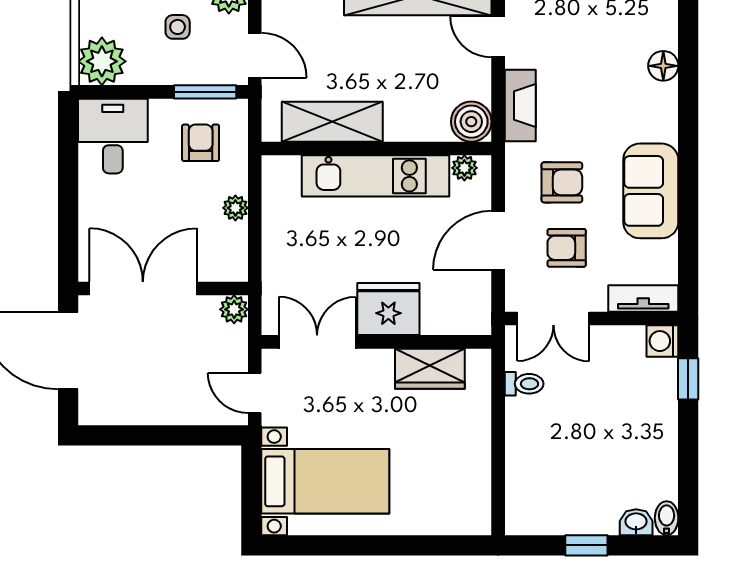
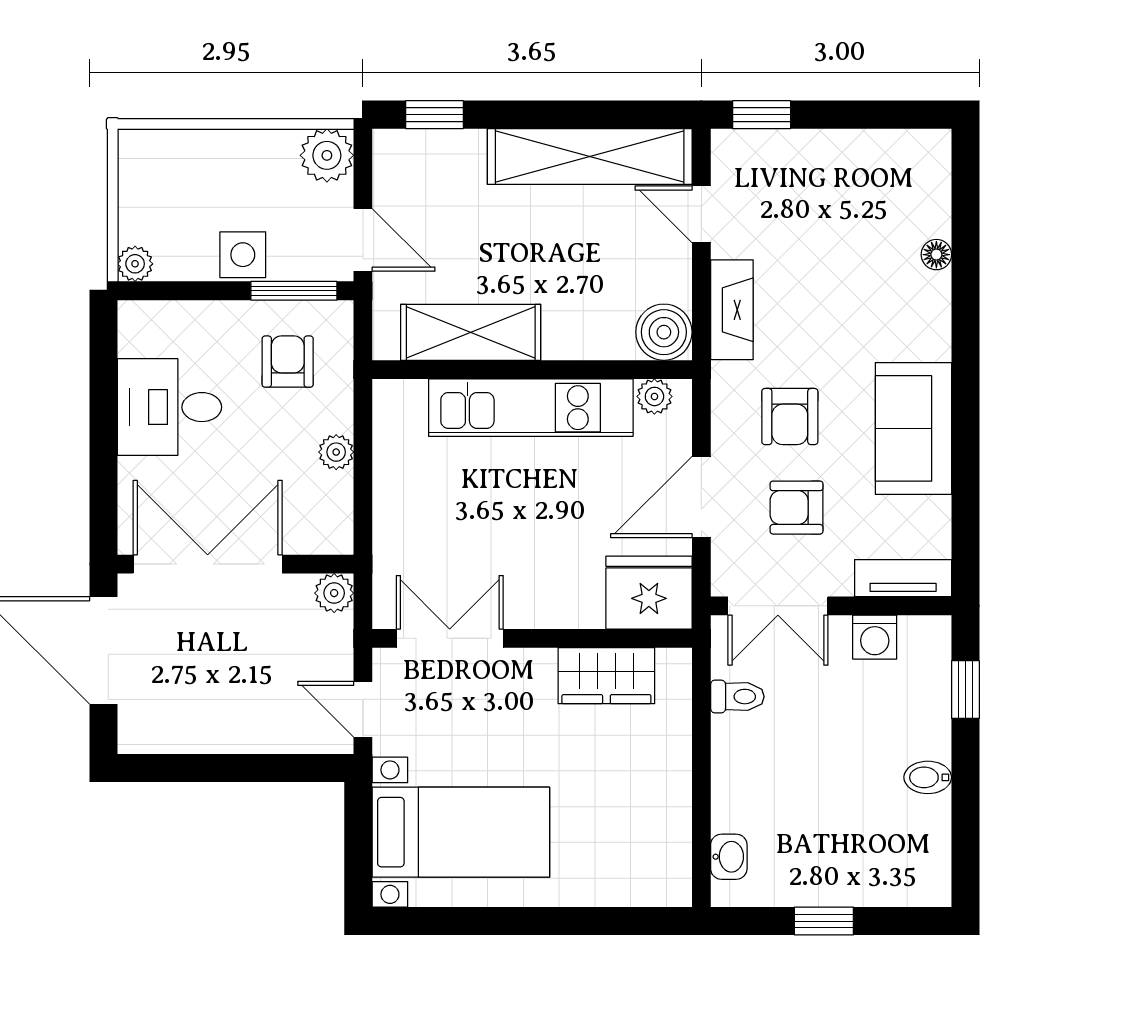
side table: (178, 27) -> (243, 255), moved, width x1.37, depth x1.37
plant: (102, 61) -> (135, 264), width x0.53, depth x0.53
floor lamp: (663, 66) -> (936, 255), width x0.73, depth x0.73
desk: (113, 136) -> (169, 407), moved, turned -90
armchair: (562, 182) -> (790, 417), turned 90
fridge: (388, 309) -> (649, 593), moved
washing machine: (662, 341) -> (875, 637), moved, turned -90
bidet: (667, 518) -> (928, 777), moved, turned -90
washbasin: (636, 522) -> (729, 857), moved, turned 90

